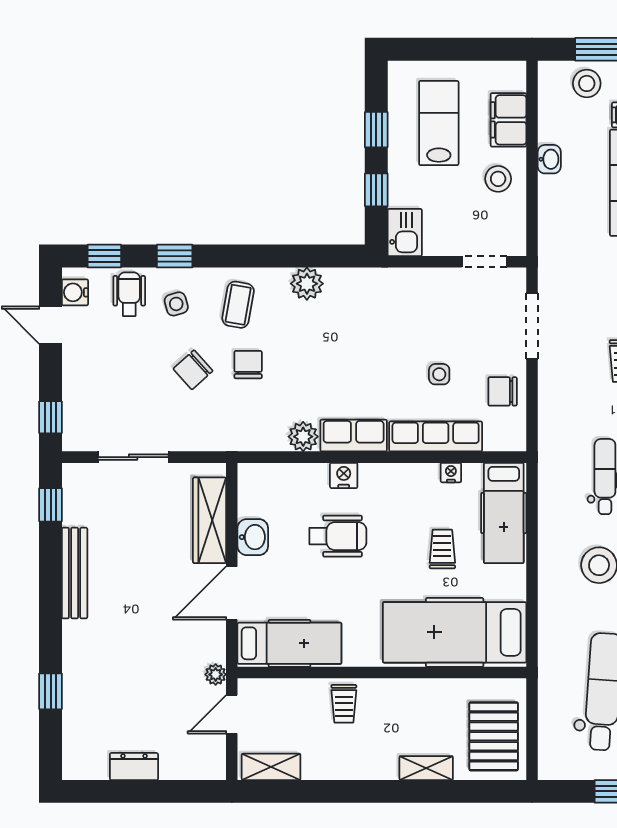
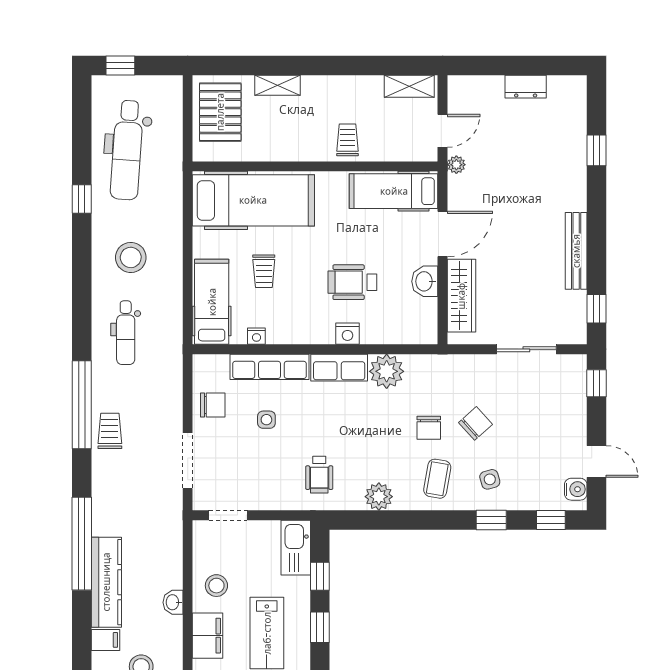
kitchen sink: (405, 232) -> (296, 548), width x1.38
wheelchair: (129, 294) -> (319, 475), moved
plant: (303, 437) -> (387, 371), width x1.36, depth x1.36

